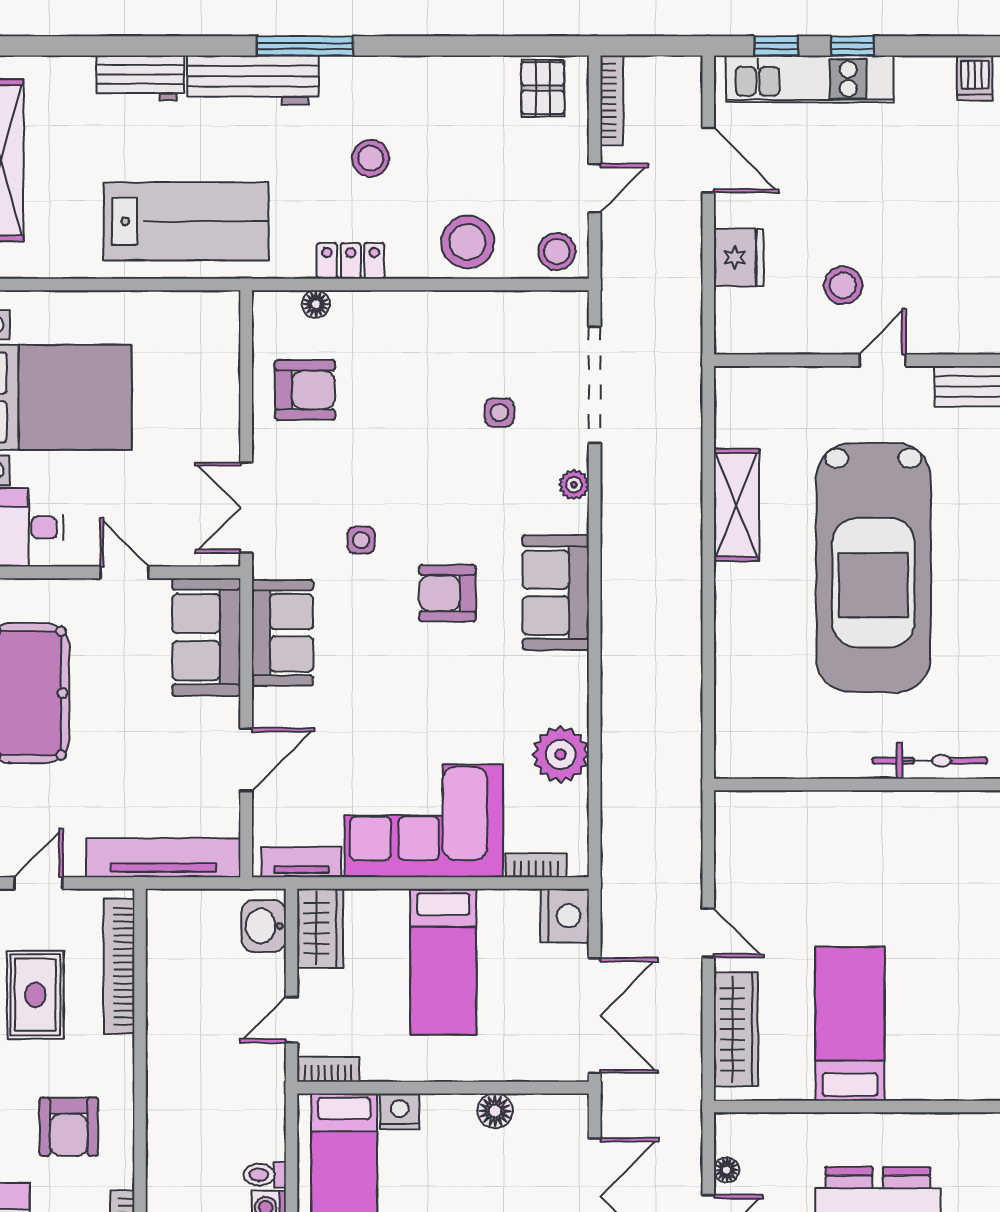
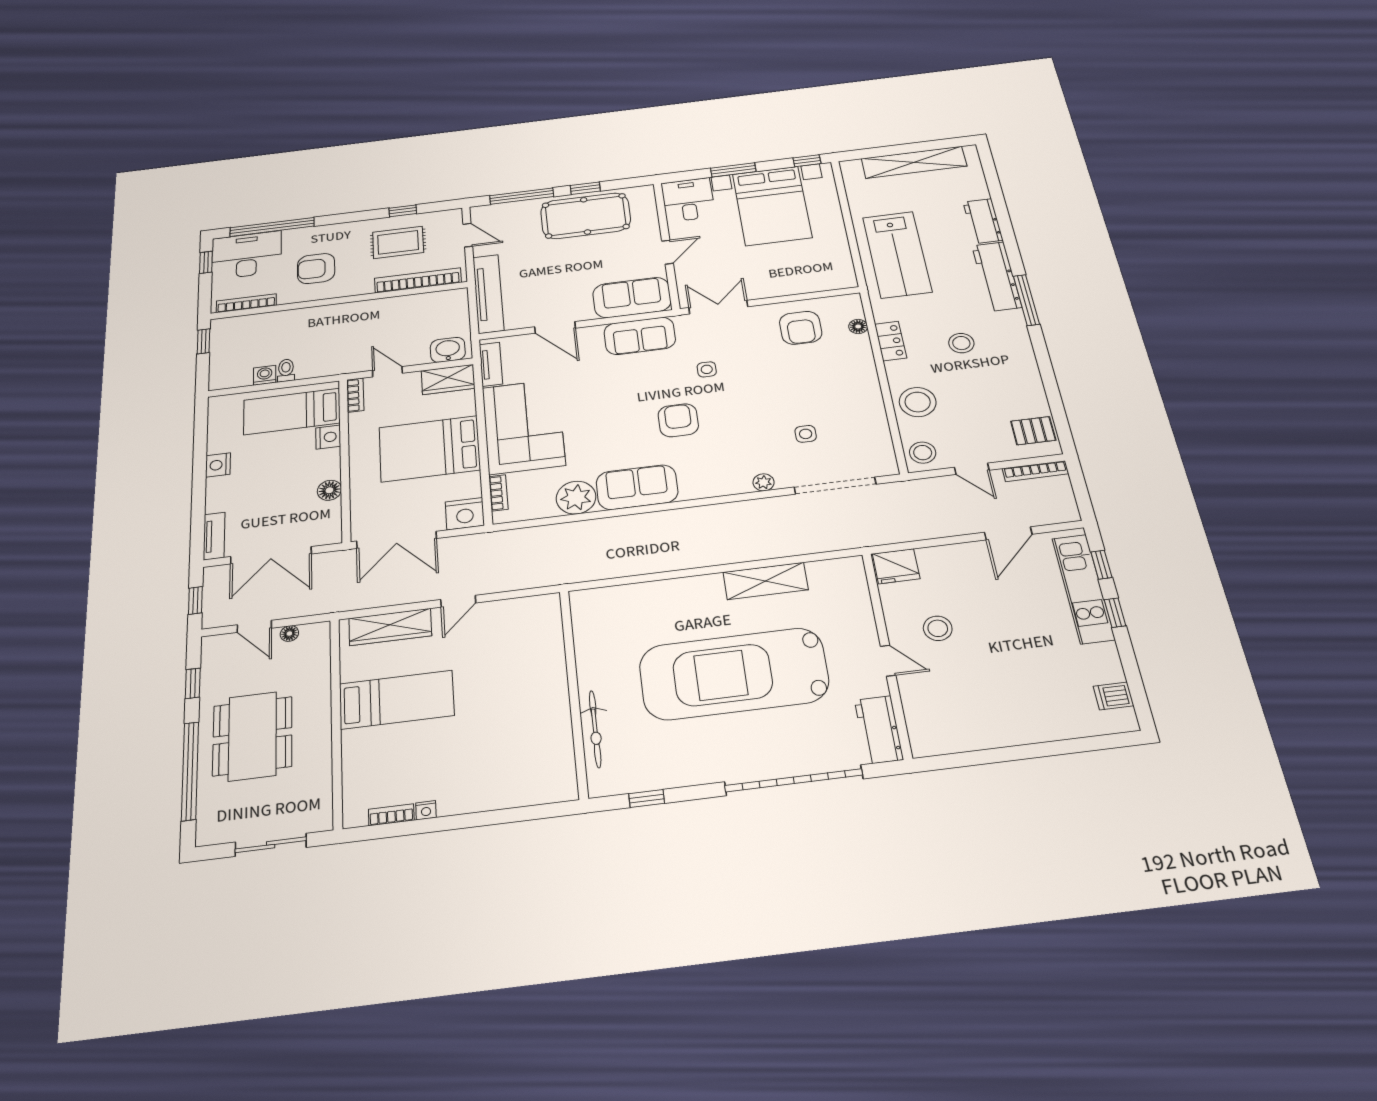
fridge: (739, 257) -> (896, 566), moved
sofa: (556, 593) -> (637, 487), moved
bed: (443, 962) -> (429, 449), width x1.50

